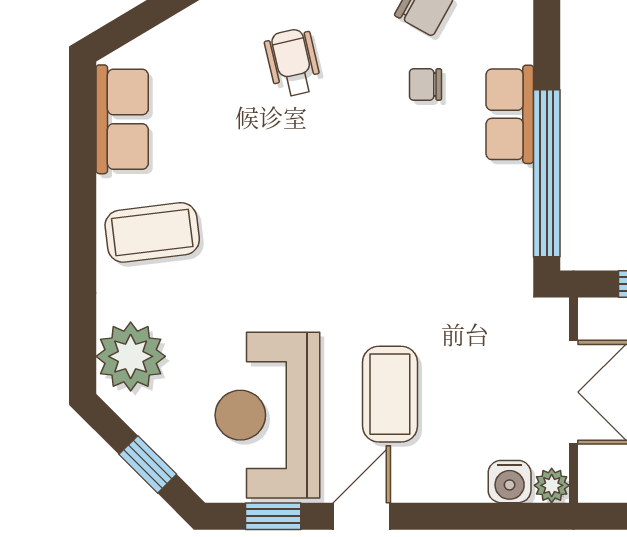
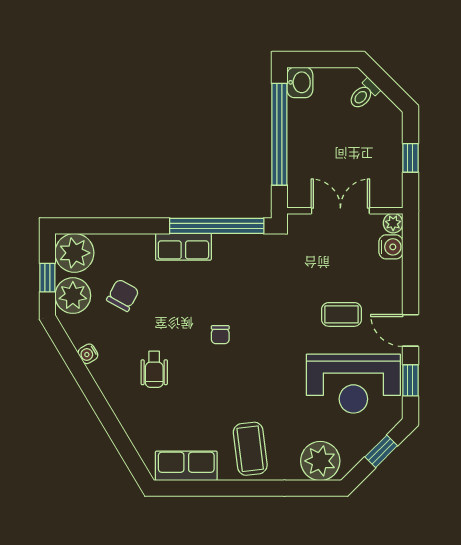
wheelchair: (293, 63) -> (154, 369), turned -77
chair: (425, 84) -> (220, 335), moved
coffee table: (390, 394) -> (342, 314), width x0.73, depth x0.77

